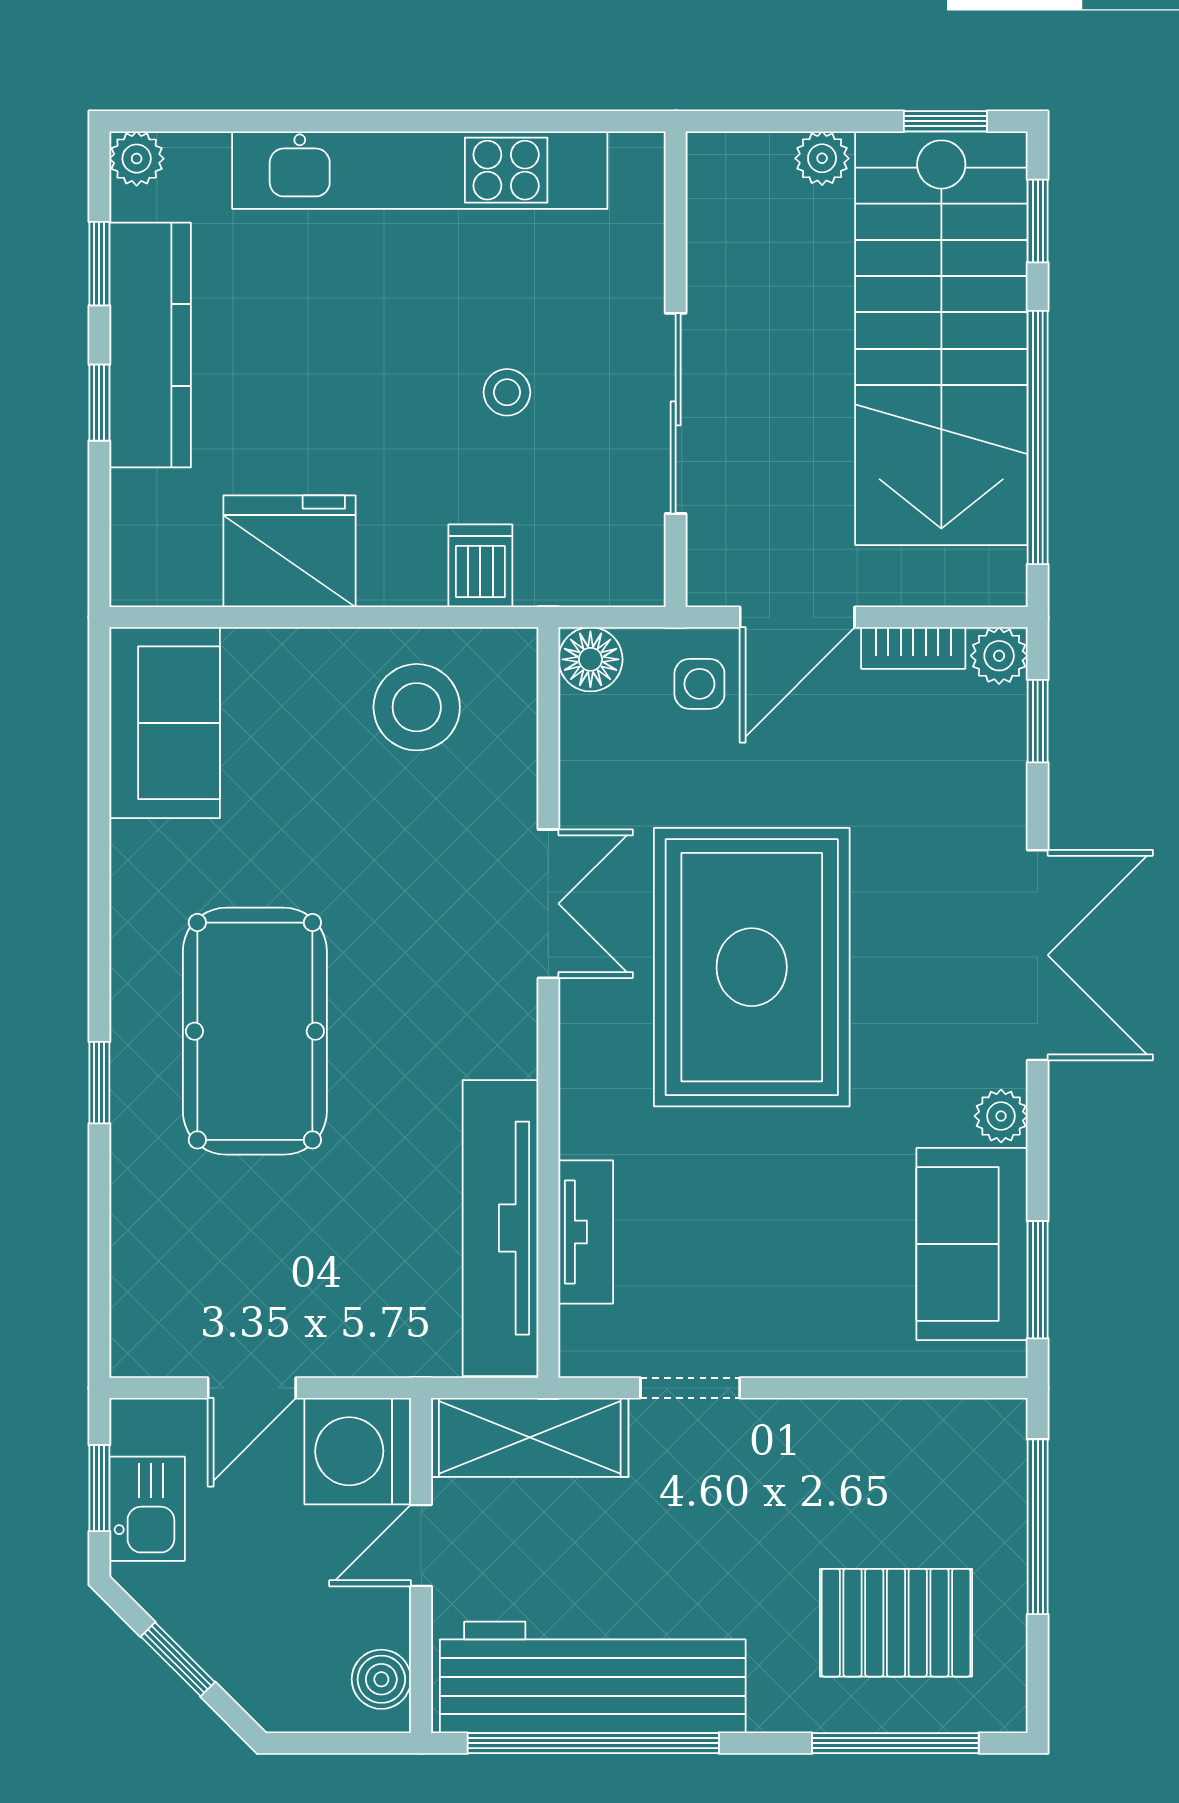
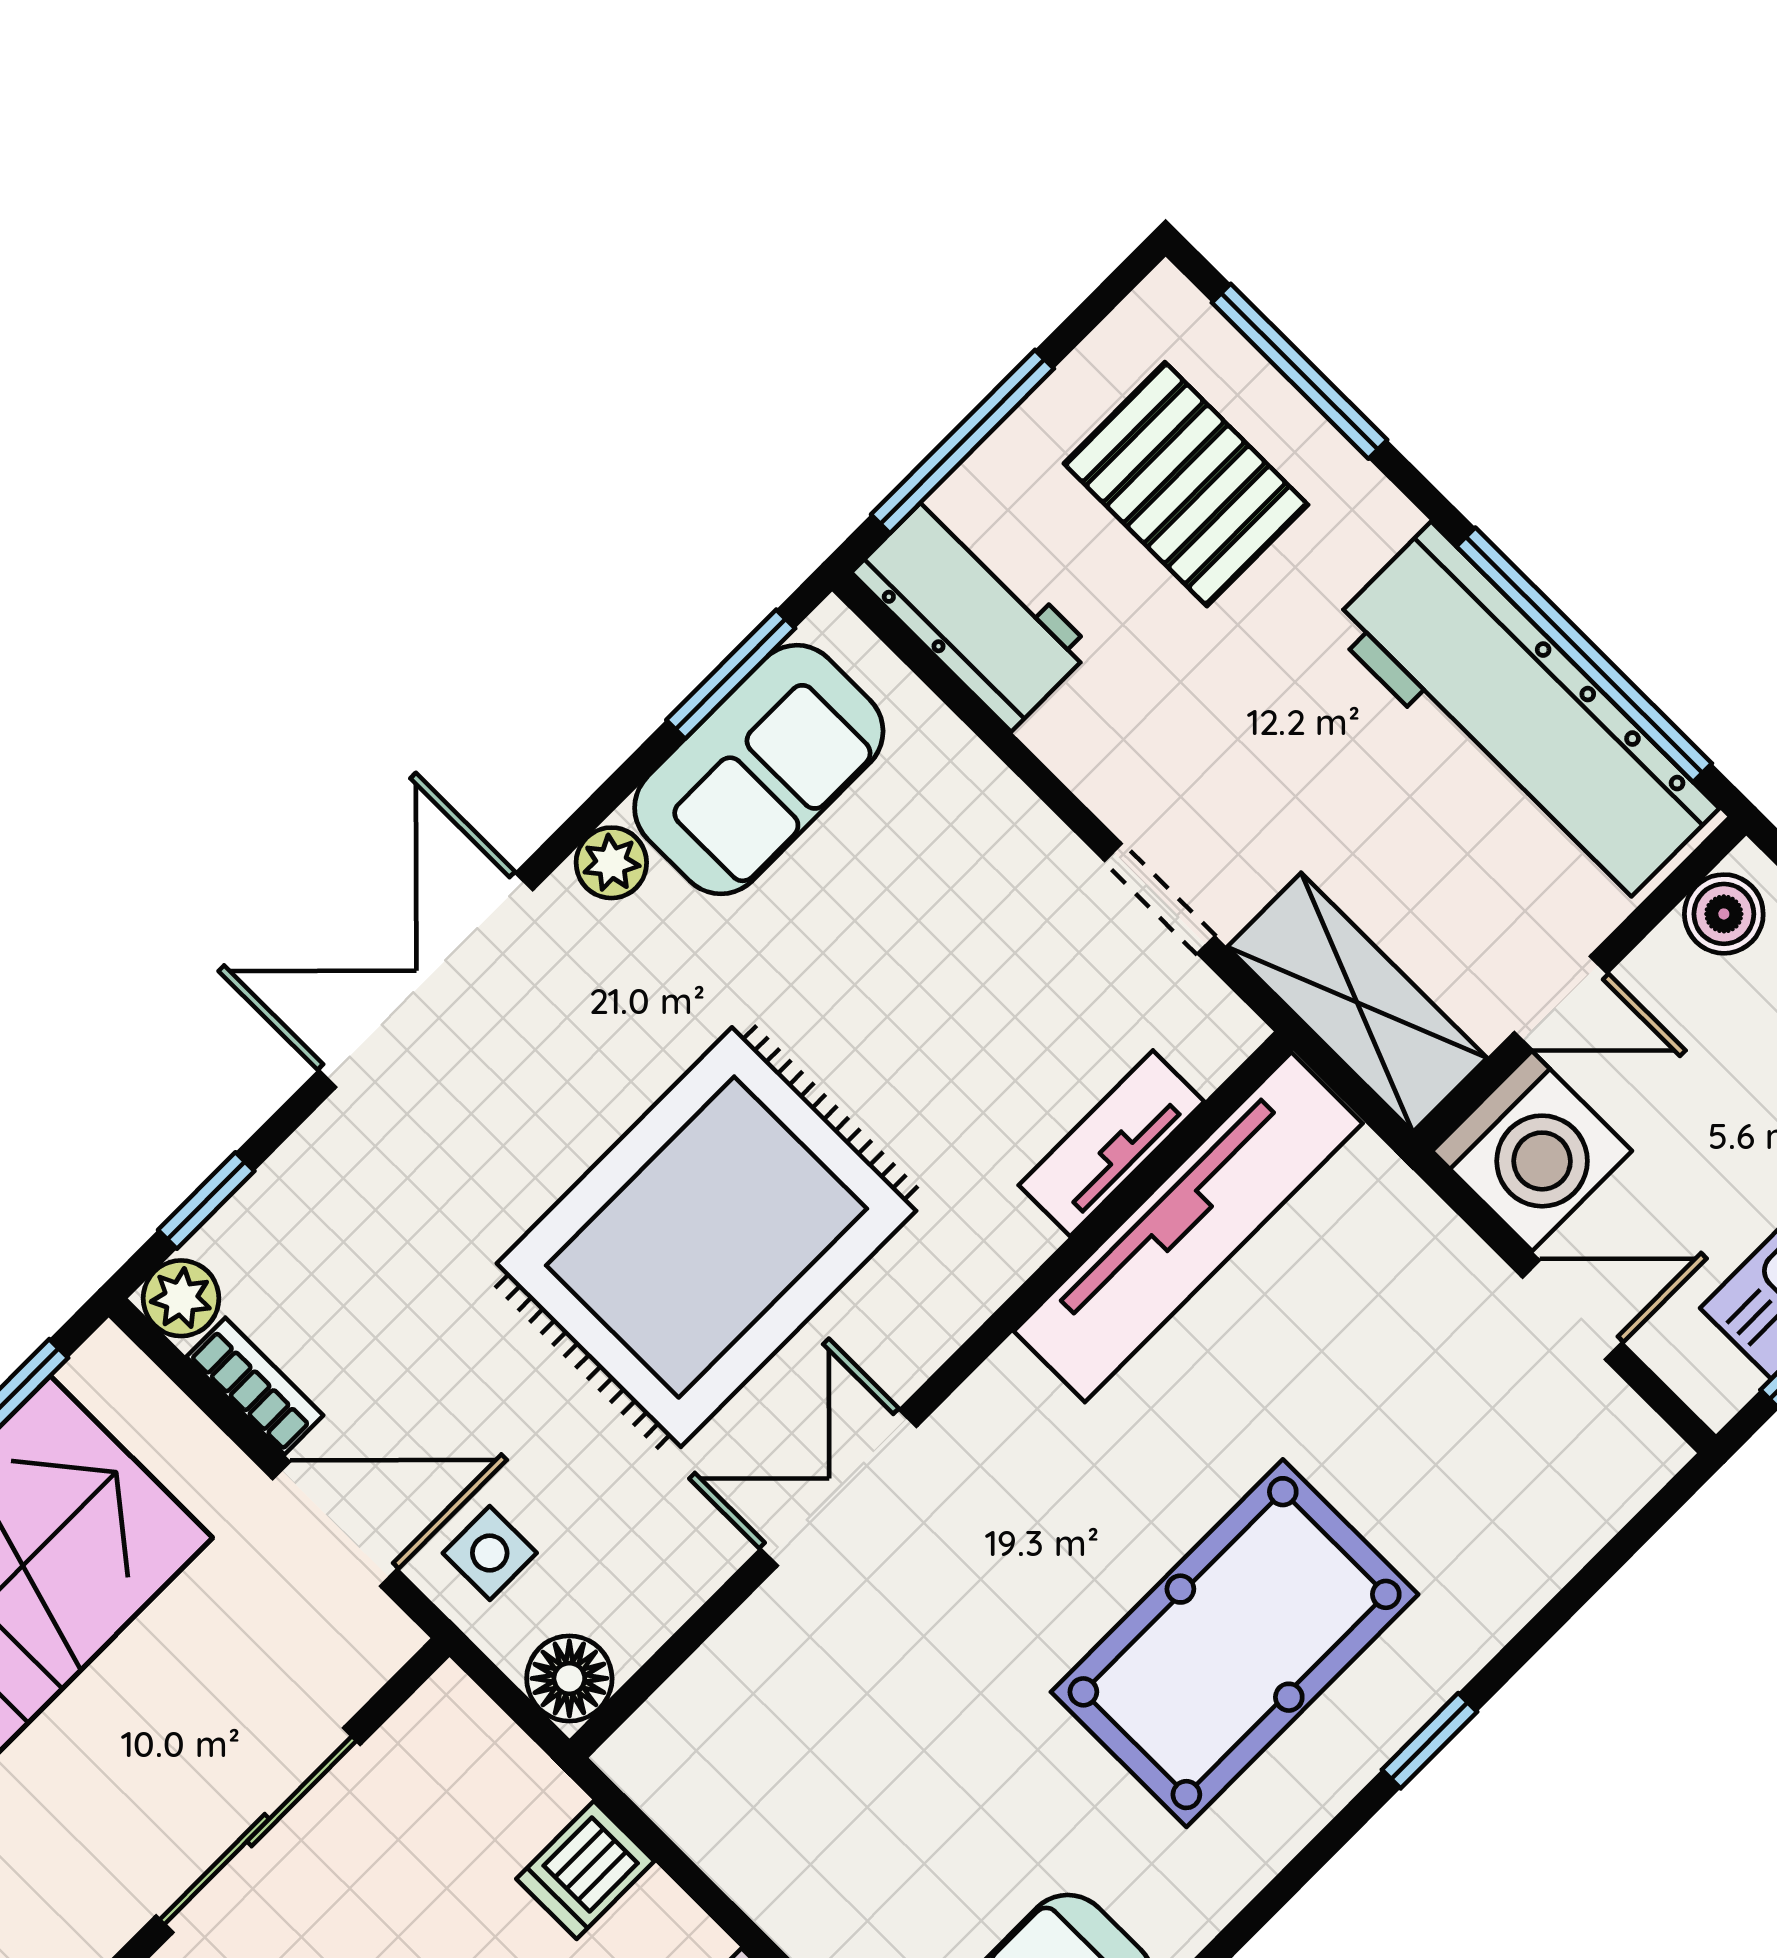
stool: (417, 707) -> (778, 1796), removed
workbench: (943, 1442) -> (972, 611), added

